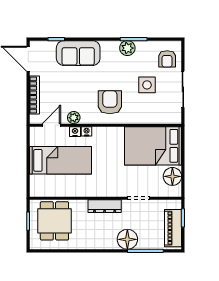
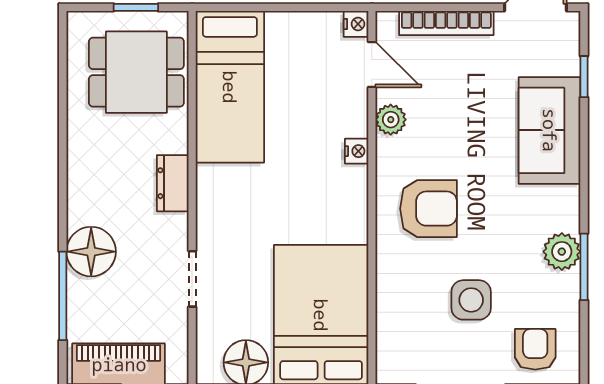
armchair: (167, 59) -> (535, 349), turned 90
nightstand: (75, 132) -> (356, 24), moved
bed: (60, 160) -> (230, 87), moved
dresser: (105, 206) -> (173, 183), width x0.70

